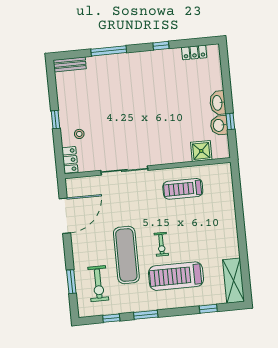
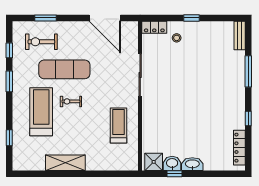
locker: (194, 52) -> (239, 148), width x1.53
shower: (201, 151) -> (154, 162), moved
shelving: (234, 281) -> (65, 163), moved

